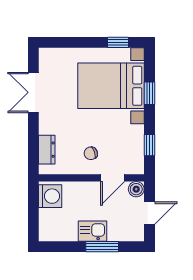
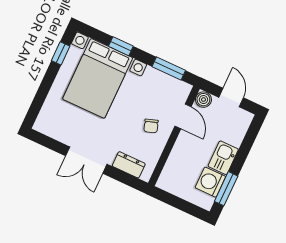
double door: (33, 92) -> (86, 160), moved
window: (150, 145) -> (169, 68), width x1.50
washing machine: (50, 196) -> (210, 182), moved, turned -90
window: (102, 247) -> (226, 189), moved

